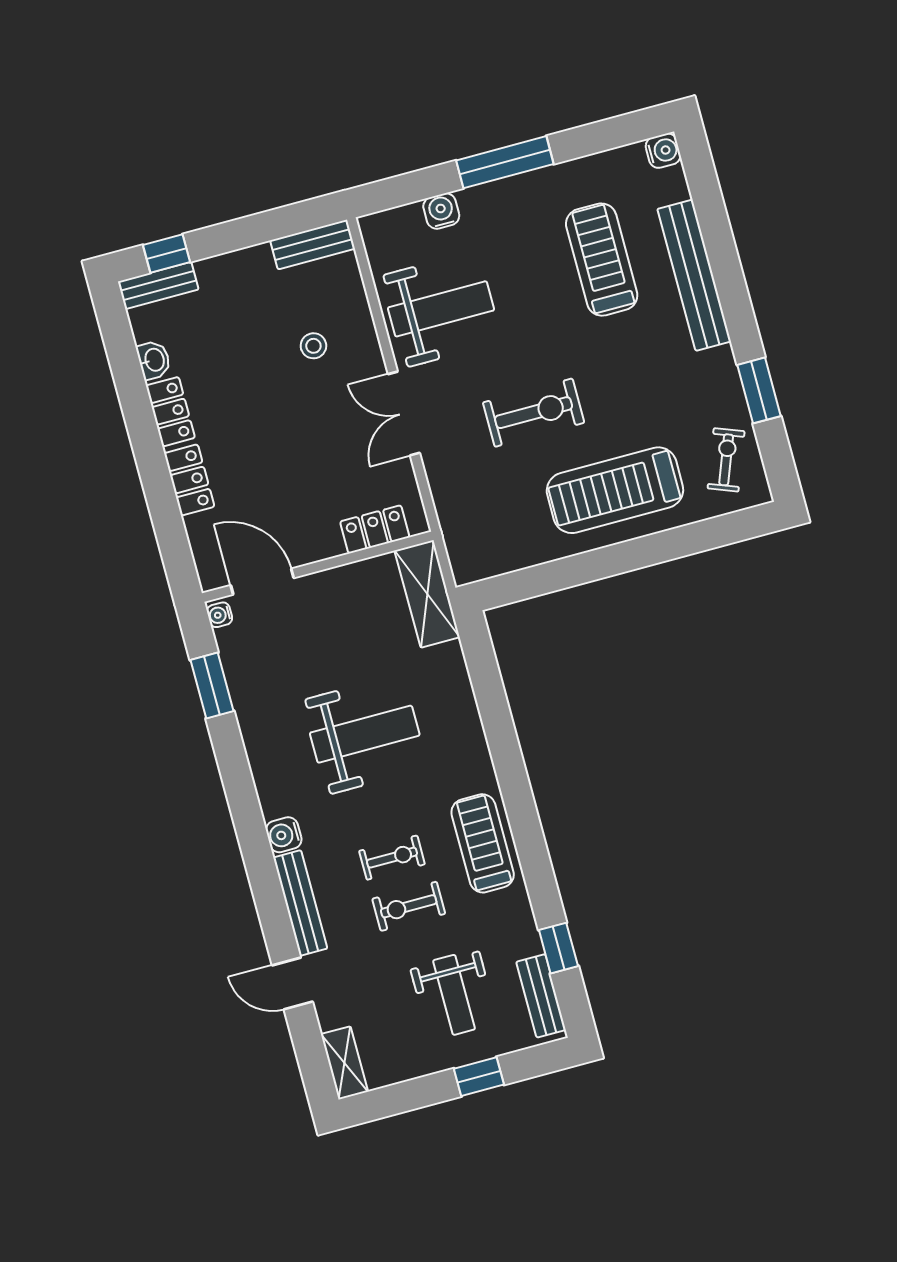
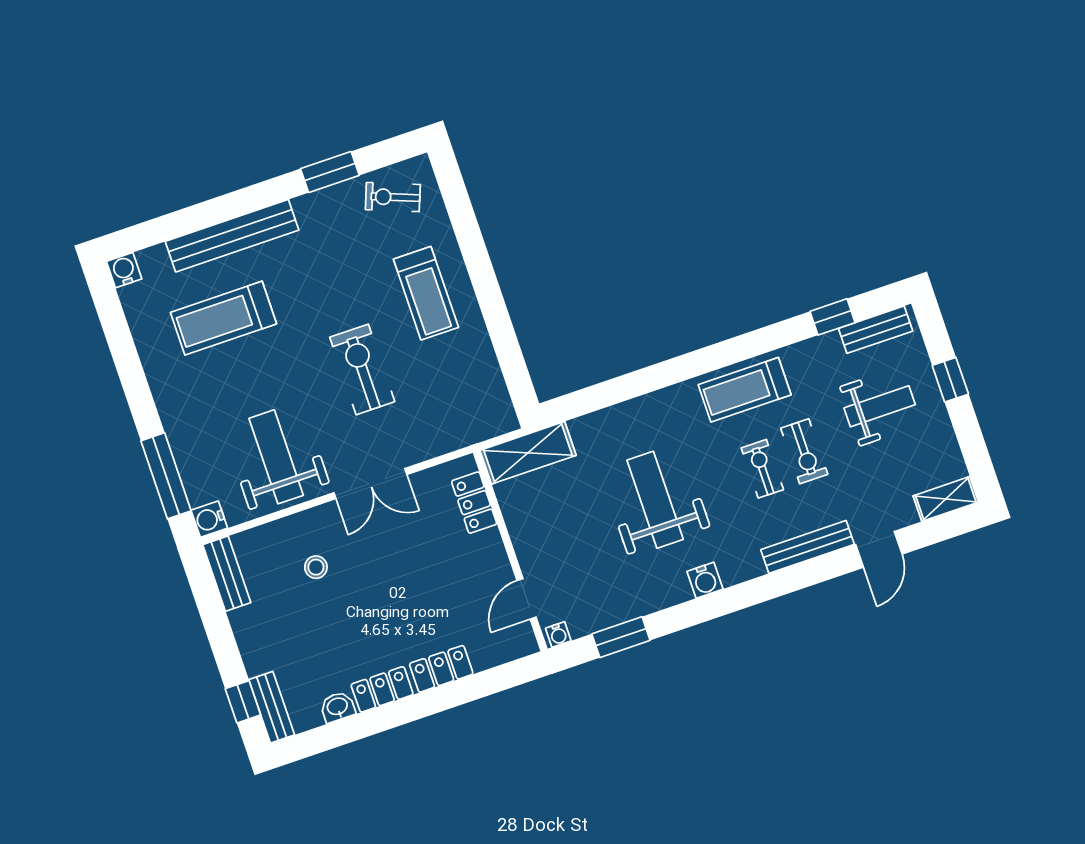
window: (505, 162) -> (166, 476), moved
water cooler: (441, 211) -> (209, 519), moved
treadmill: (615, 490) -> (426, 293), width x0.73, depth x0.73
door: (262, 582) -> (527, 599), width x0.73
water cooler: (284, 835) -> (705, 580), moved

